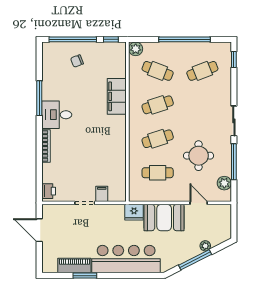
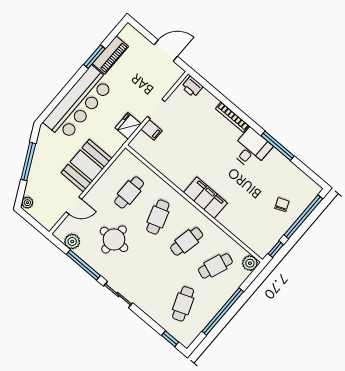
filing cabinet: (117, 96) -> (205, 198), moved
cafe table: (158, 105) -> (187, 241), turned 30
fridge: (134, 212) -> (128, 126), moved
plant: (205, 246) -> (27, 203), moved

